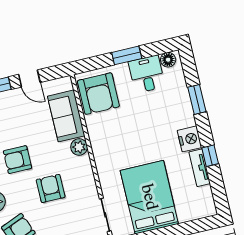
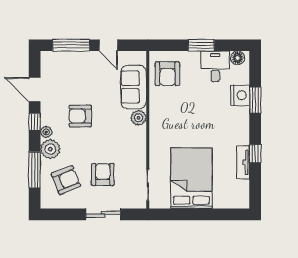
armchair: (98, 94) -> (167, 74), width x0.73, depth x0.73
nightstand: (190, 139) -> (240, 95), moved
armchair: (51, 188) -> (103, 175), moved

